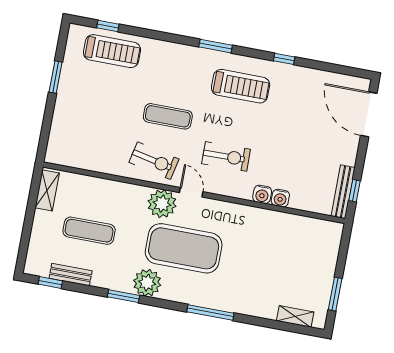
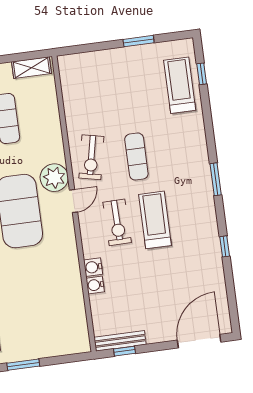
treadmill: (112, 51) -> (180, 85), turned 180
treadmill: (241, 86) -> (155, 220), moved, turned 180

